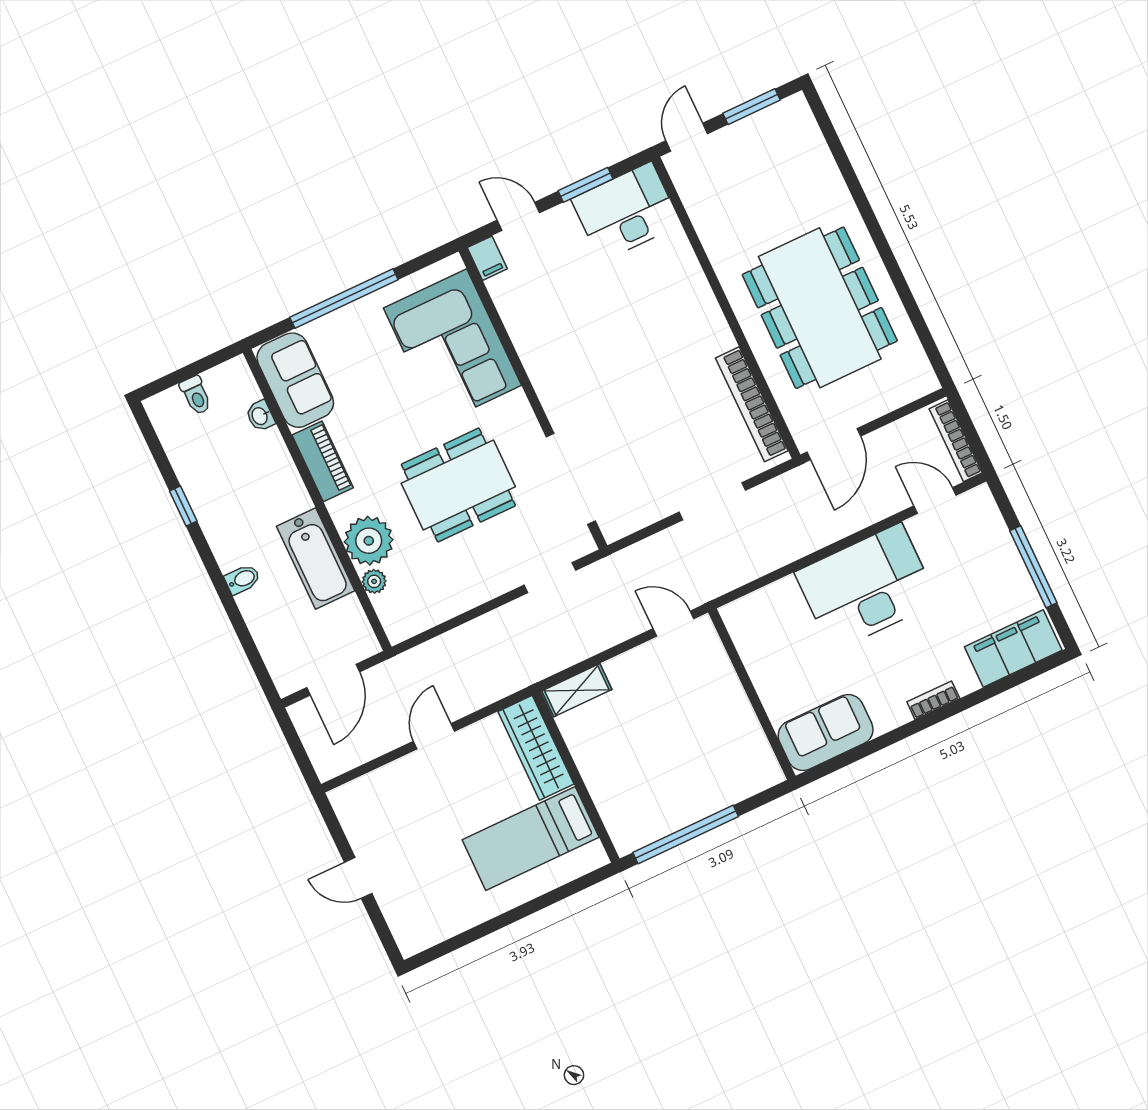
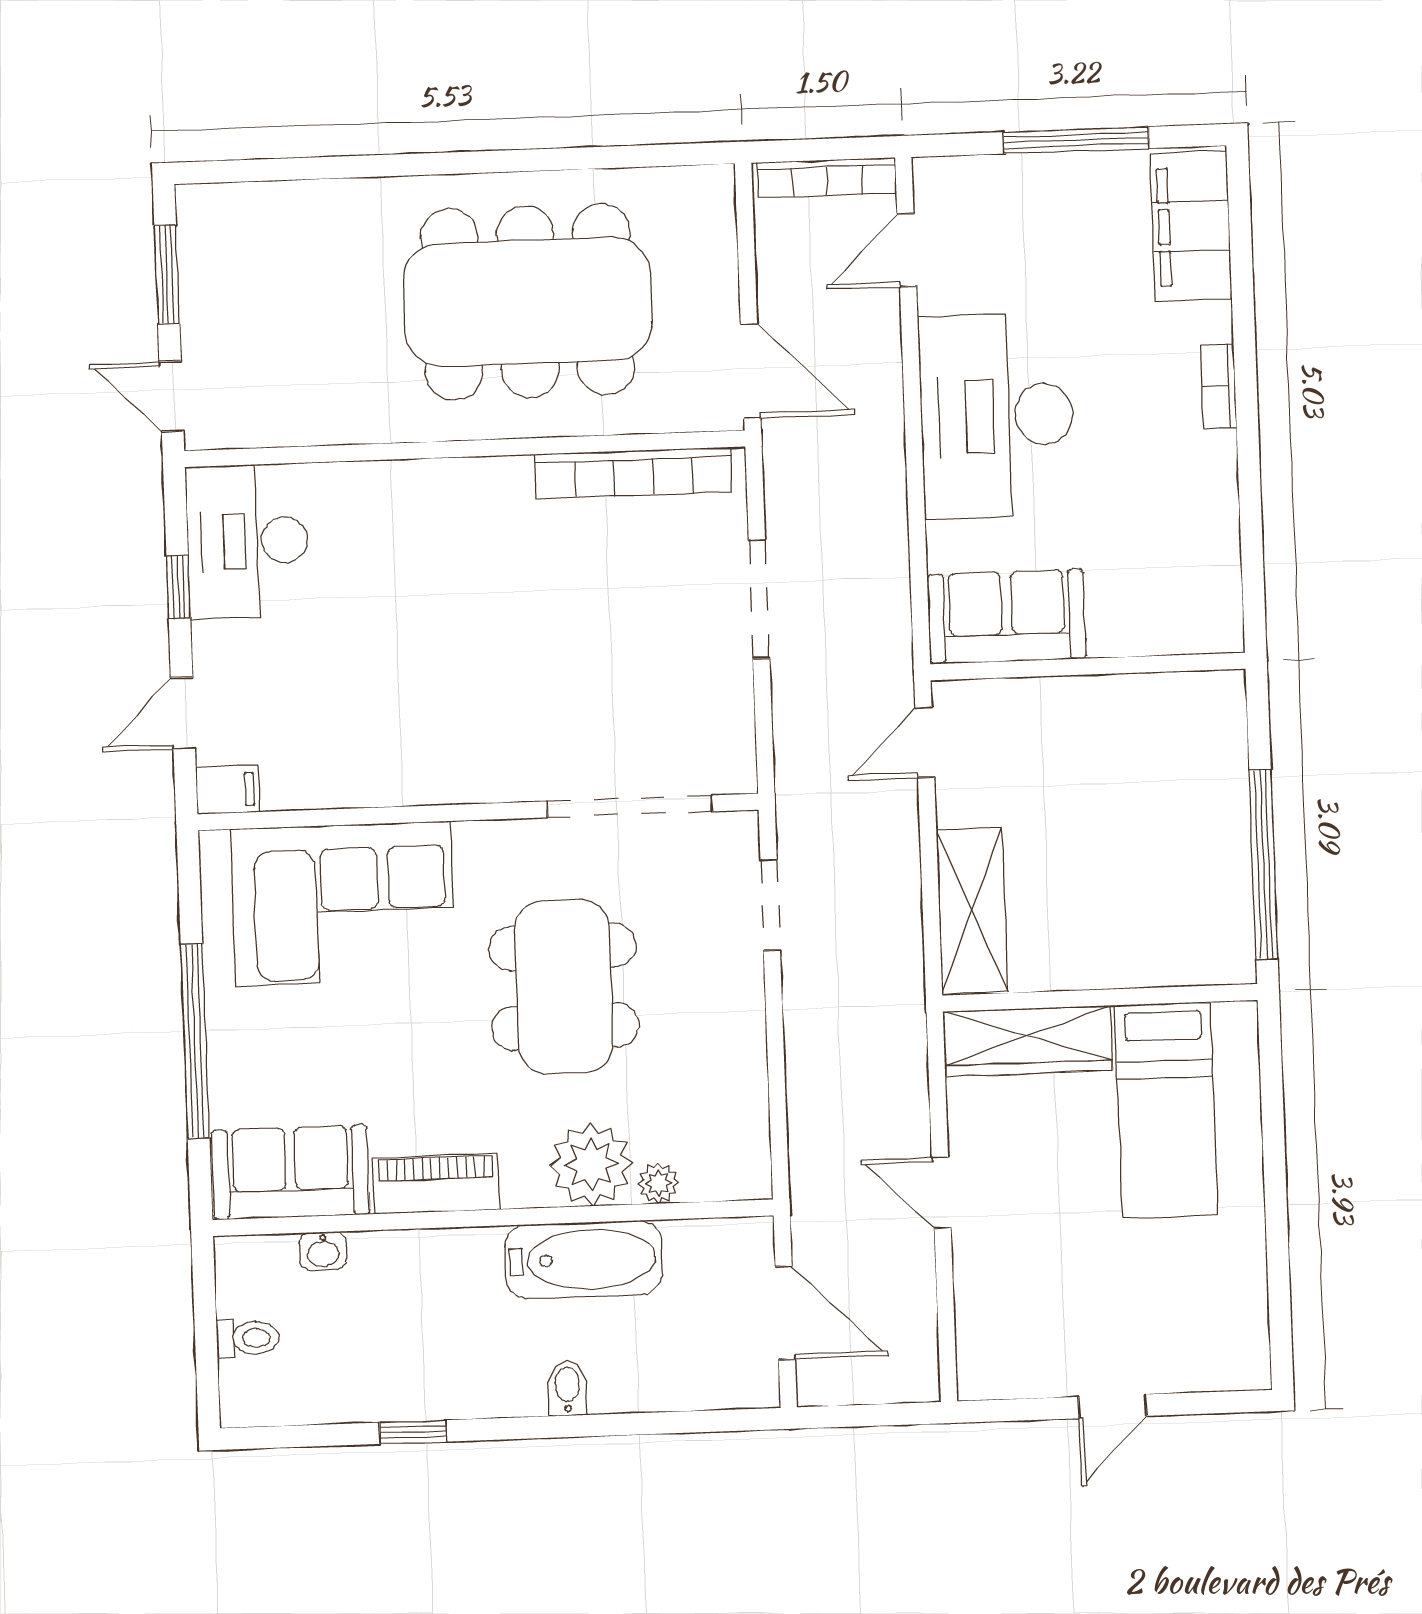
window: (585, 185) -> (178, 587), width x0.67
shelving: (577, 690) -> (972, 911), width x1.50, depth x1.33
sofa: (826, 733) -> (1007, 617), moved, turned 90

